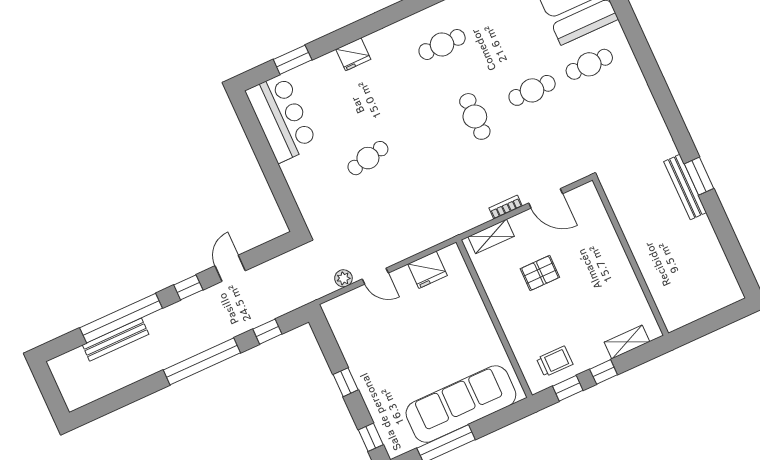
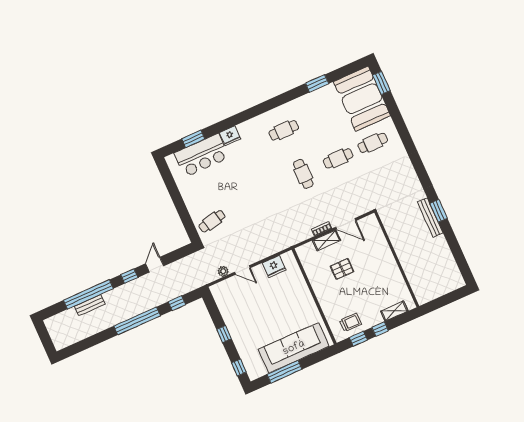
bar counter: (281, 118) -> (202, 155), moved, turned 90
cafe table: (368, 158) -> (212, 221), moved
shelving: (491, 236) -> (327, 240), moved
bench: (116, 340) -> (90, 305), width x0.73

